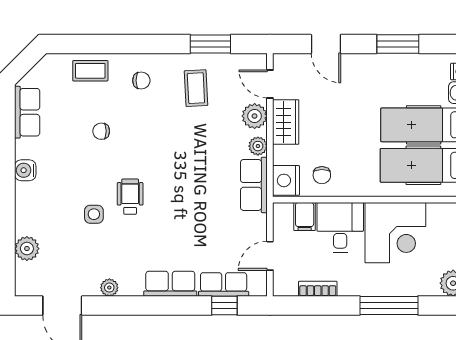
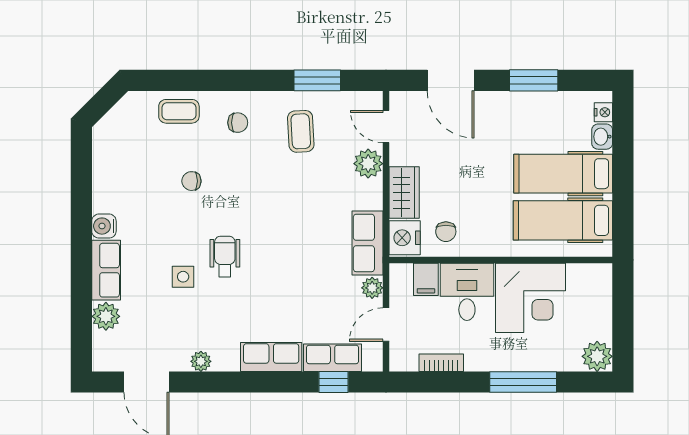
door: (326, 44) -> (451, 80), width x1.38
row of seats: (27, 112) -> (106, 270), moved
wardrobe: (286, 122) -> (404, 193), moved
plant: (258, 146) -> (372, 288), moved

